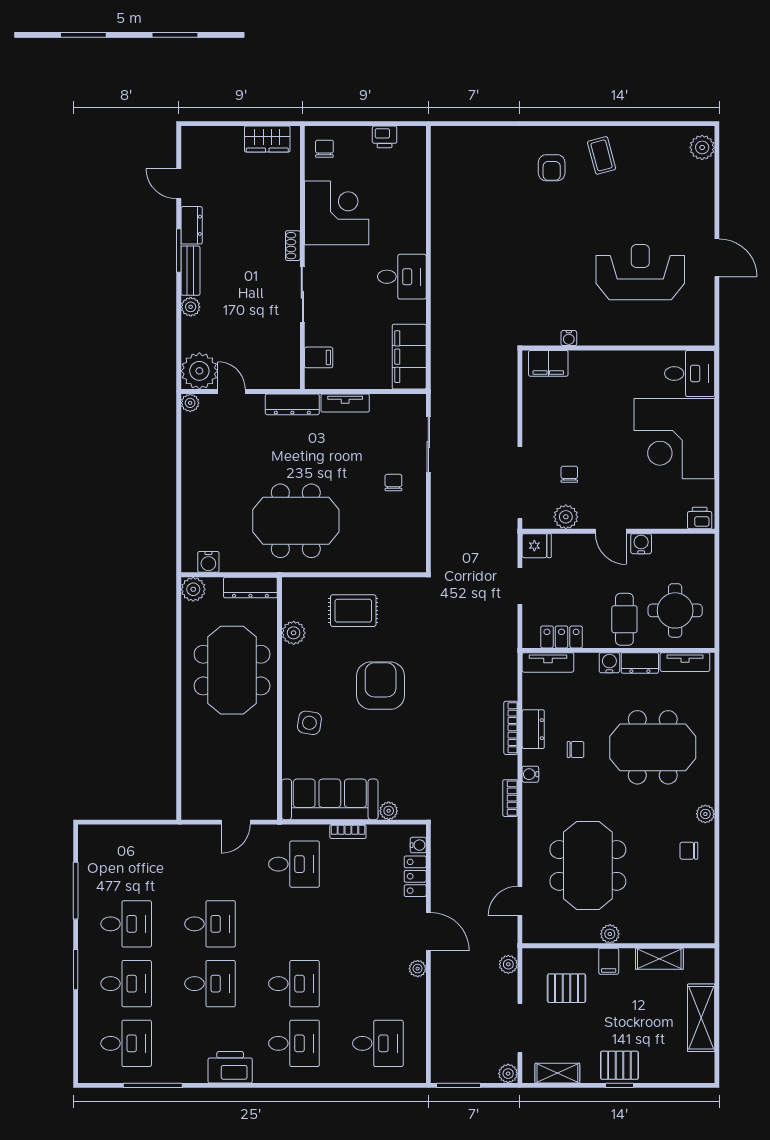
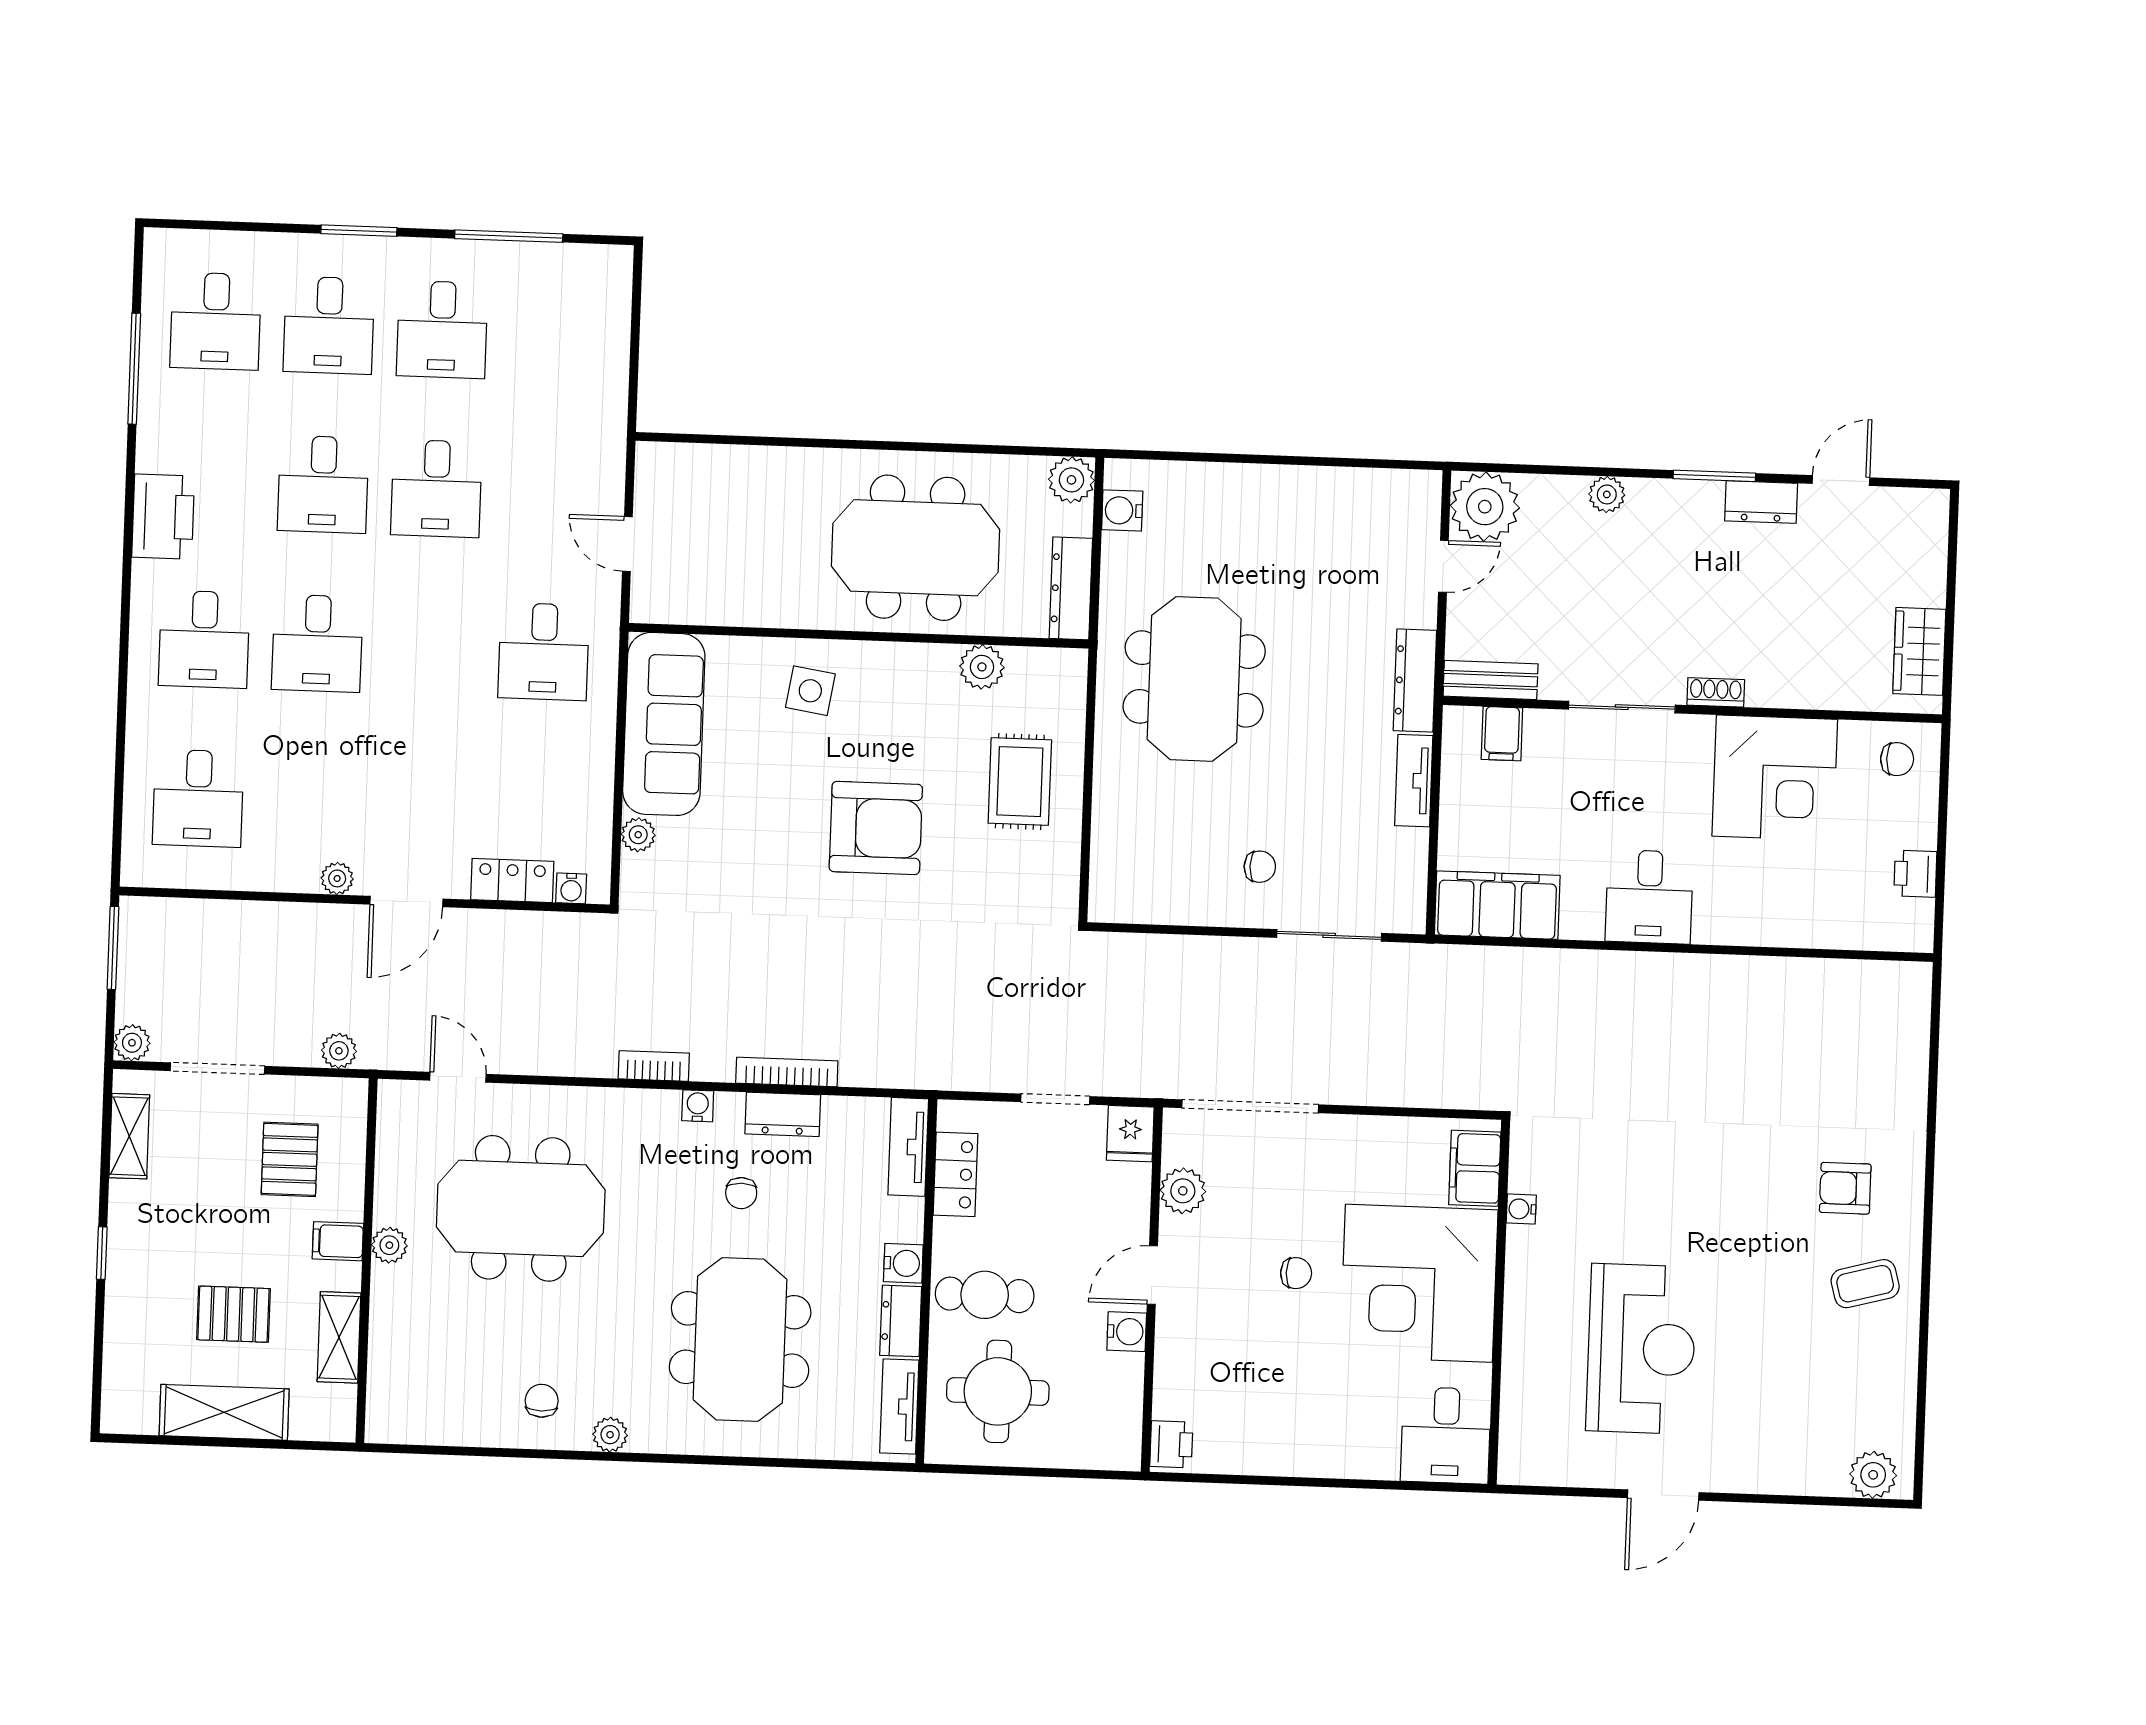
bench: (190, 271) -> (1491, 680), moved
plant: (190, 403) -> (1425, 487), removed
corner desk: (674, 439) -> (1419, 1283), moved, turned -90
chair: (569, 474) -> (1296, 1273), moved
bookcase: (348, 832) -> (602, 756), removed
pallet: (619, 1065) -> (233, 1314), moved, turned 90

